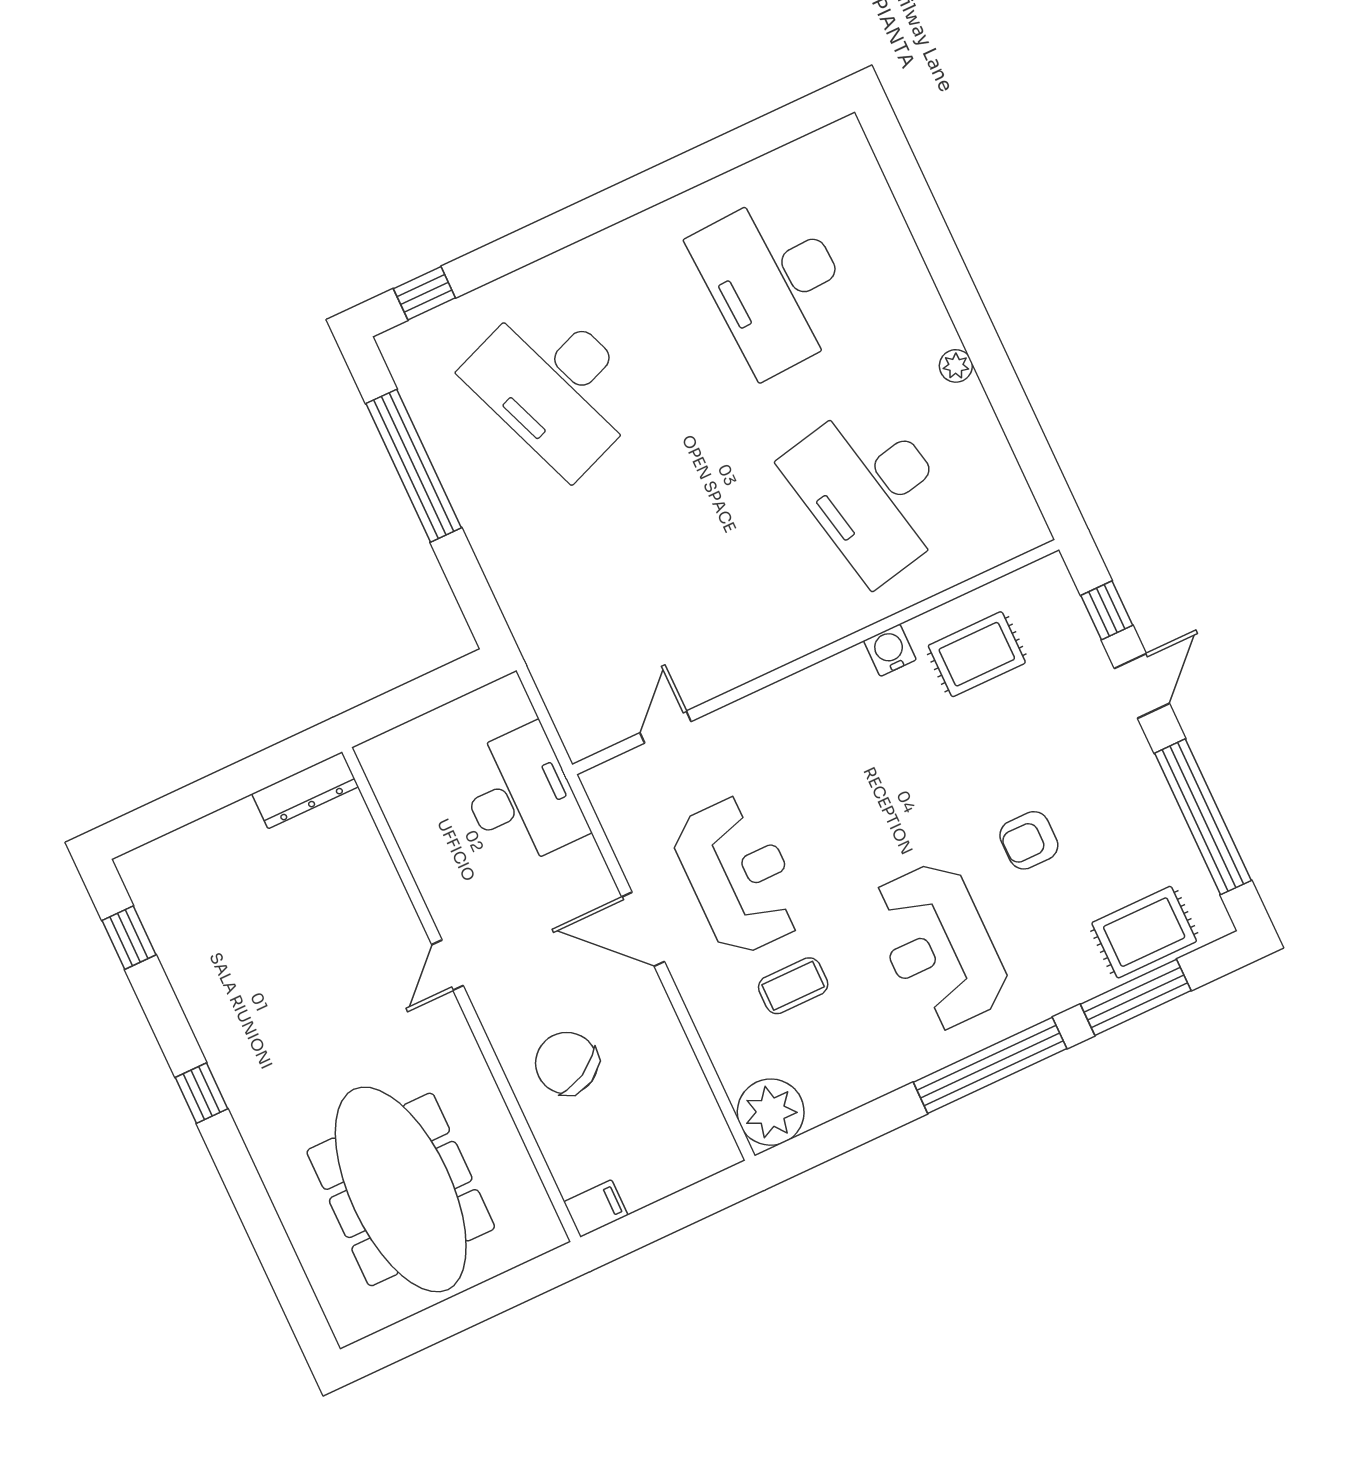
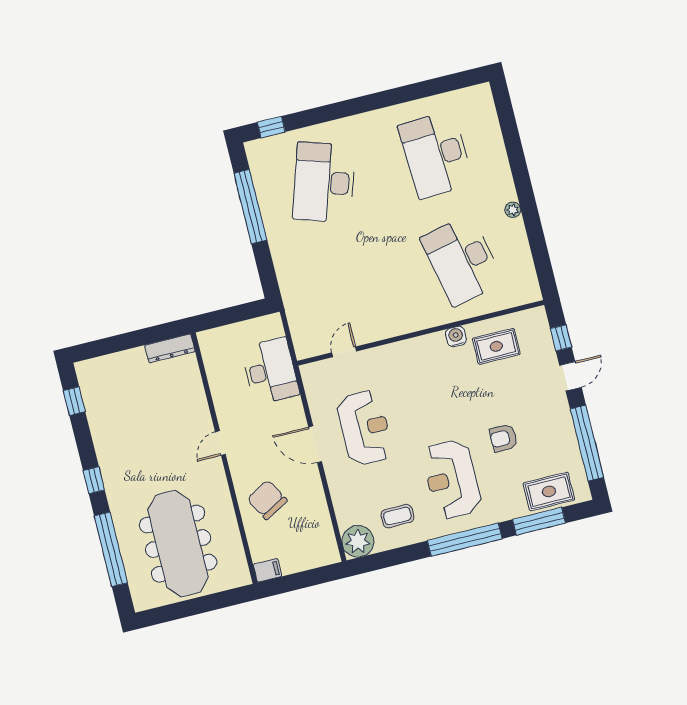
desk: (556, 386) -> (324, 182), turned 39
coffee table: (793, 986) -> (397, 516), moved
window: (265, 1228) -> (111, 549), added

